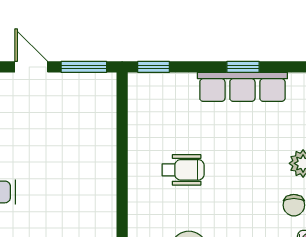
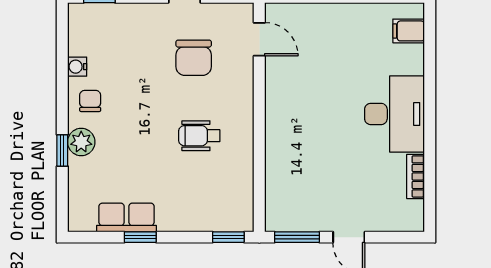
row of seats: (242, 87) -> (127, 217), width x0.68

